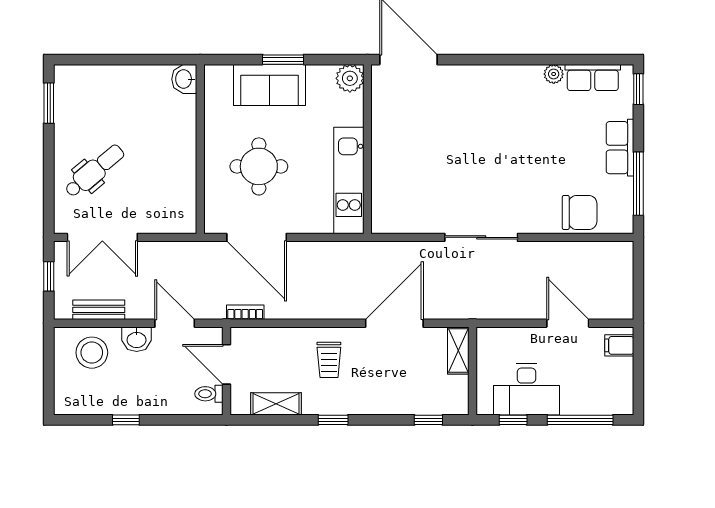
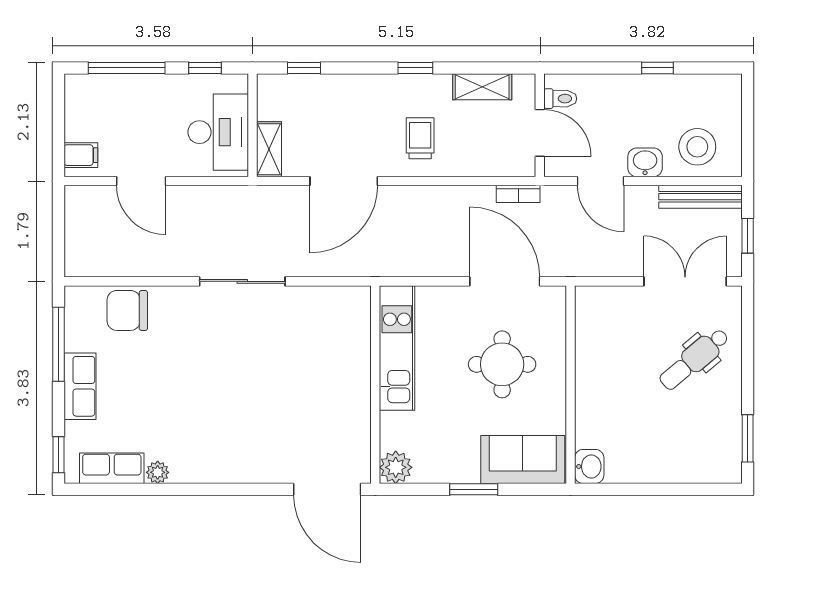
sofa: (269, 85) -> (523, 459), moved
bench: (99, 310) -> (700, 197), width x1.36
desk: (526, 389) -> (218, 132), moved, turned 90

